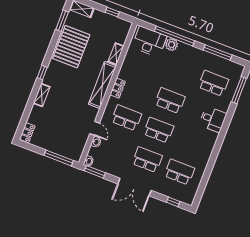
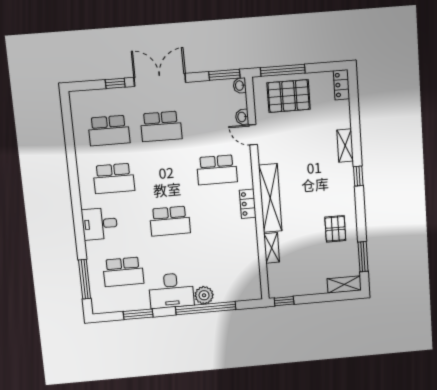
window: (112, 12) -> (284, 301), moved
desk: (149, 42) -> (171, 291), moved
pallet: (71, 47) -> (335, 229), width x0.49, depth x0.50
window: (218, 53) -> (138, 314), width x0.69
school desk: (159, 130) -> (114, 178), moved
pallet: (62, 141) -> (289, 96), added
window: (173, 202) -> (115, 83), moved

